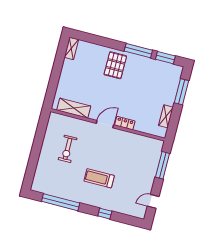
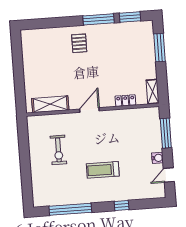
shelving: (71, 48) -> (26, 41), removed
pallet: (115, 65) -> (79, 43), width x0.67, depth x0.71
shelving: (166, 116) -> (153, 92), moved
locker: (125, 123) -> (125, 101), moved
water cooler: (149, 184) -> (158, 158), added

